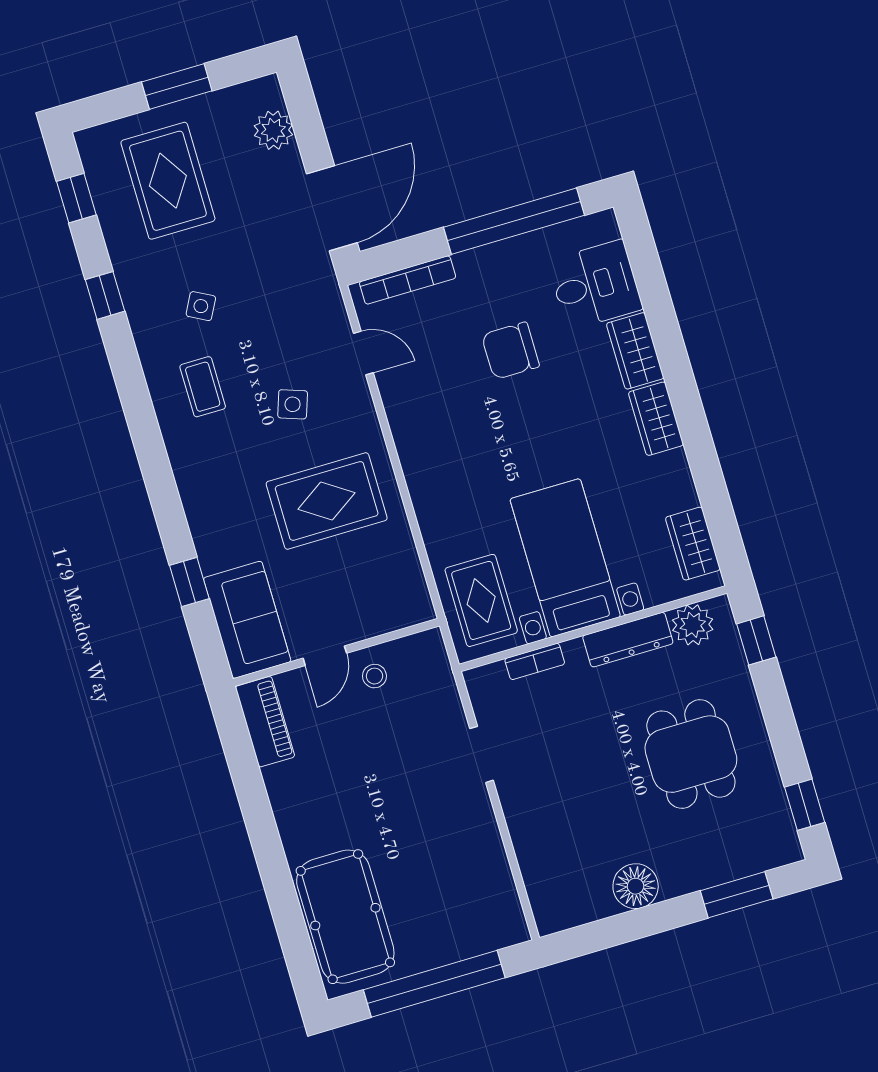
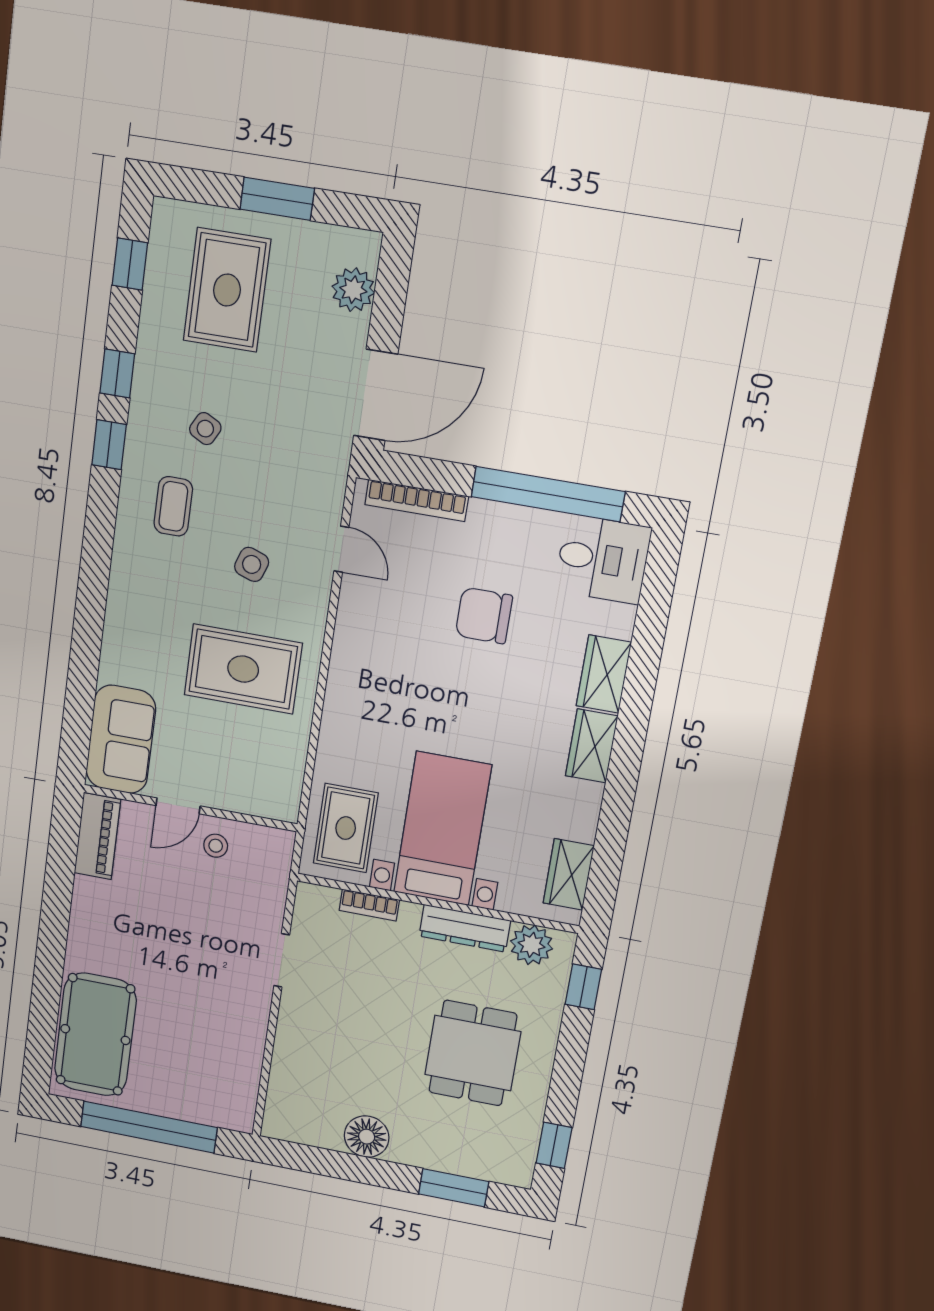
desk: (595, 285) -> (603, 559), moved
window: (189, 582) -> (109, 445), moved

